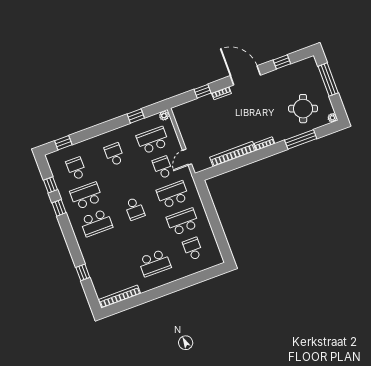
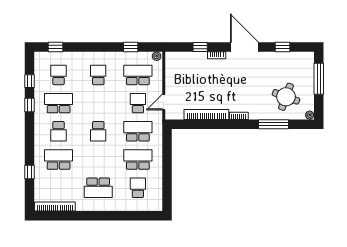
school desk: (96, 223) -> (59, 131), width x0.54
school desk: (106, 250) -> (59, 160), added

